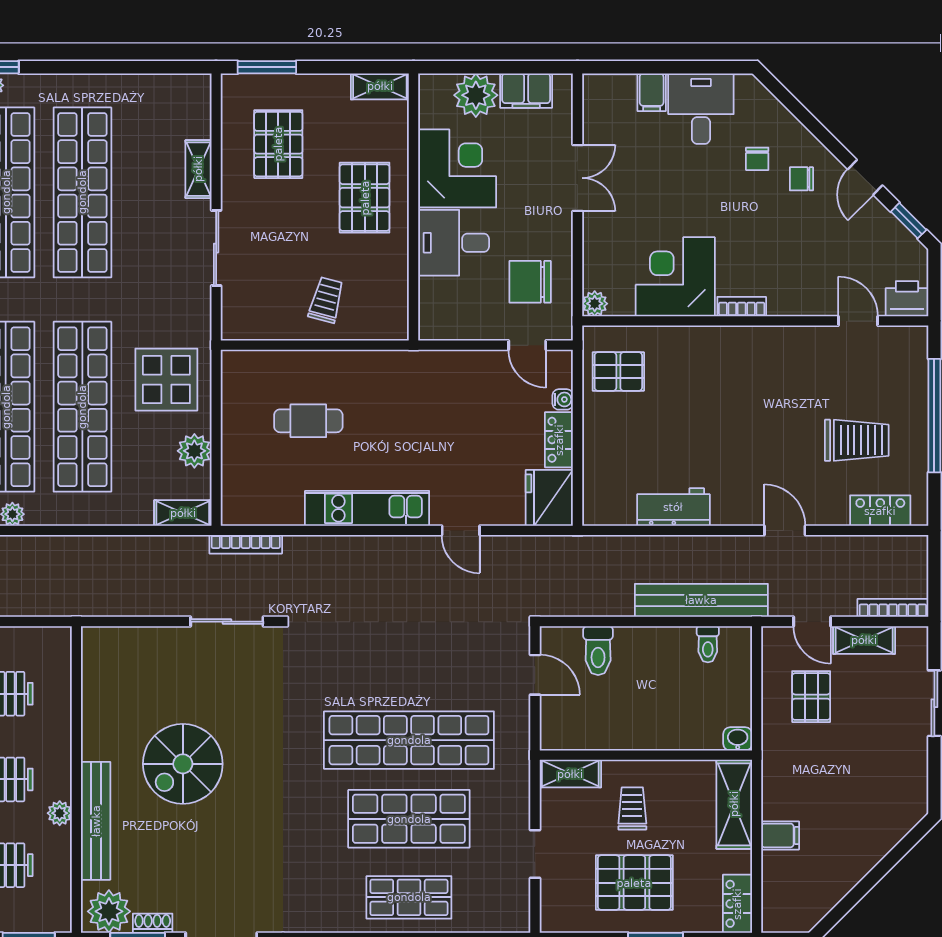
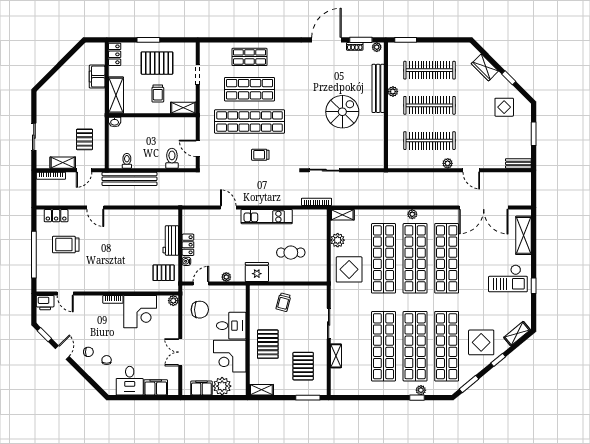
filing cabinet: (652, 92) -> (156, 387), width x2.00
door: (527, 345) -> (201, 284), hinge flipped
plant: (466, 361) -> (226, 277), added
fridge: (549, 498) -> (257, 272), moved, turned -90
workbench: (673, 507) -> (171, 240), moved, turned 90
door: (812, 622) -> (84, 170), swing flipped
trolley: (383, 659) -> (260, 155), added
filing cabinet: (780, 835) -> (97, 77), width x2.00
plant: (109, 911) -> (377, 47), width x0.53, depth x0.53

